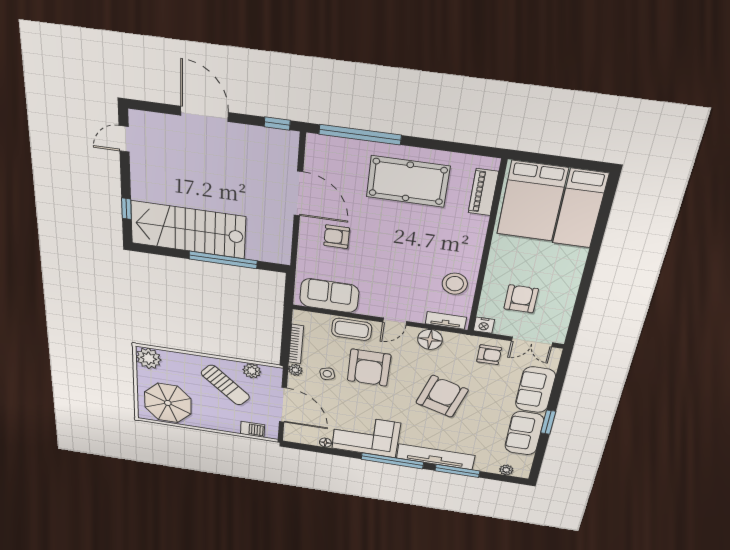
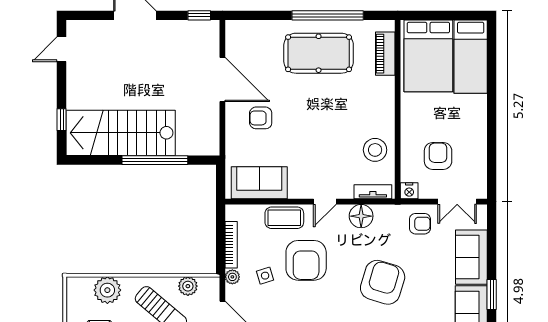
window: (360, 135) -> (328, 15), moved
plant: (149, 358) -> (107, 290), moved

